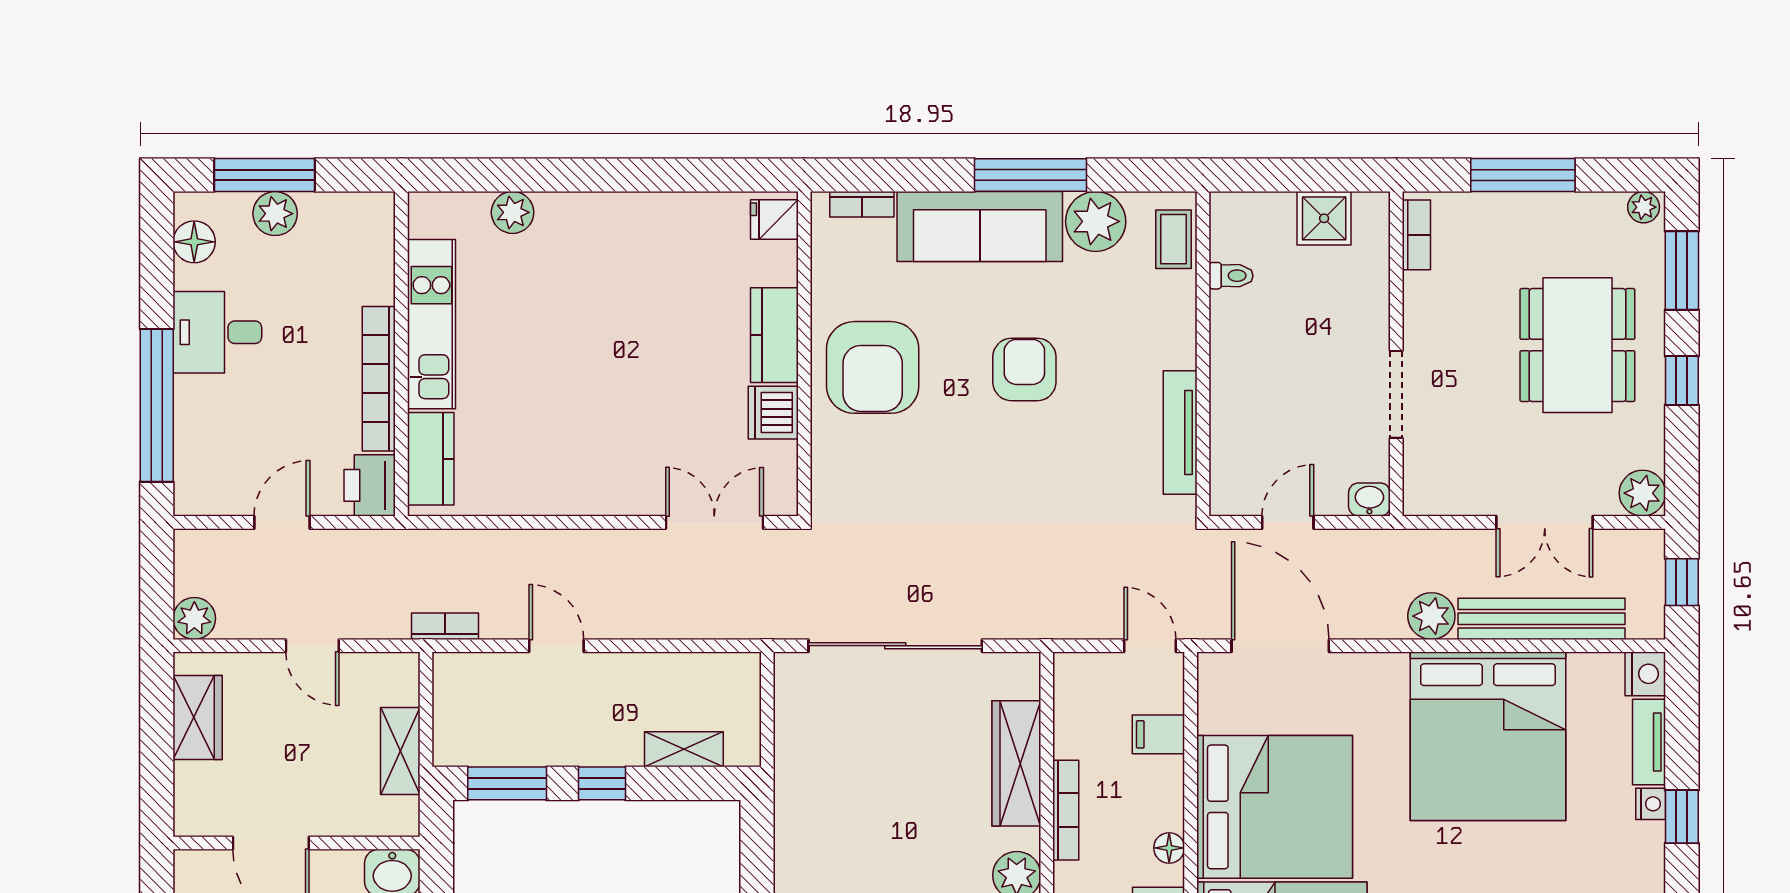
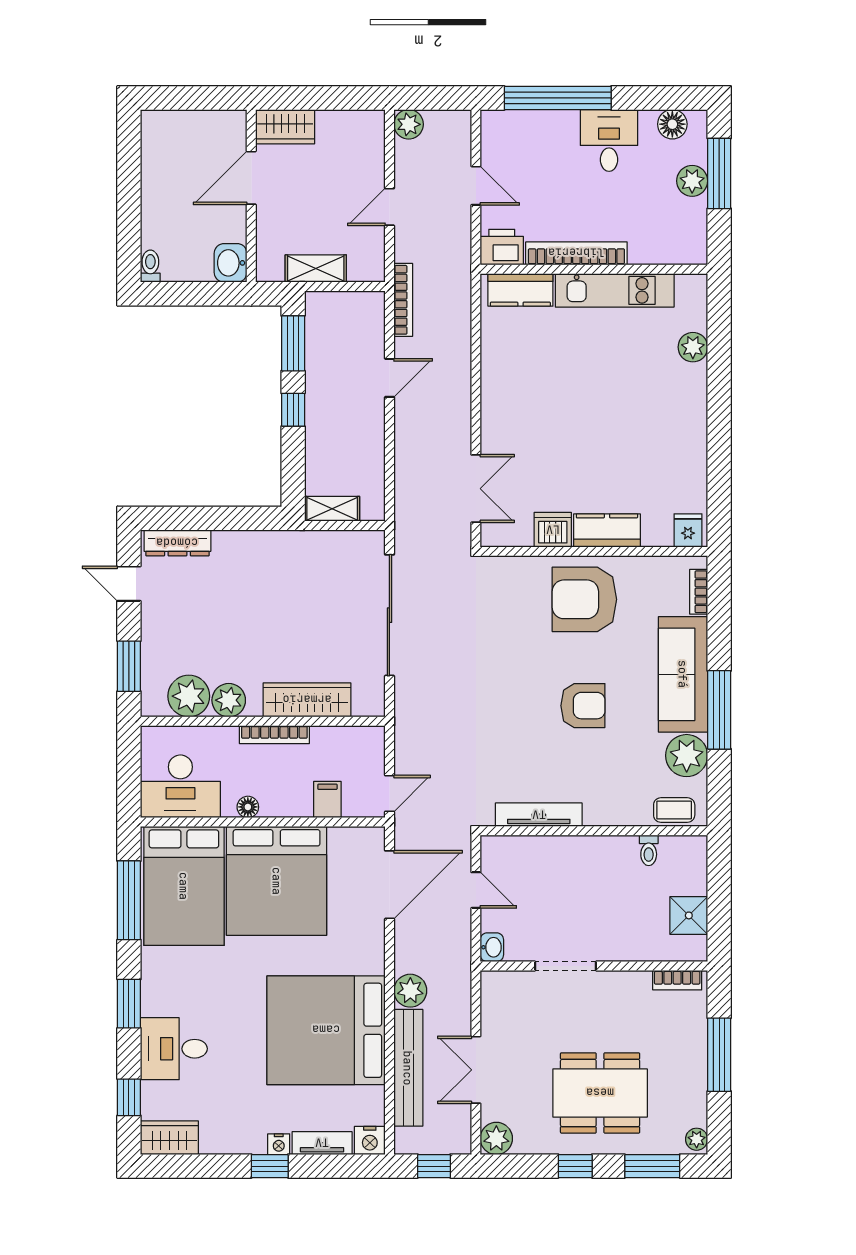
bookcase: (445, 626) -> (403, 300), width x1.56
wardrobe: (198, 717) -> (285, 127), moved
shelving: (684, 749) -> (332, 509), moved, turned 90

